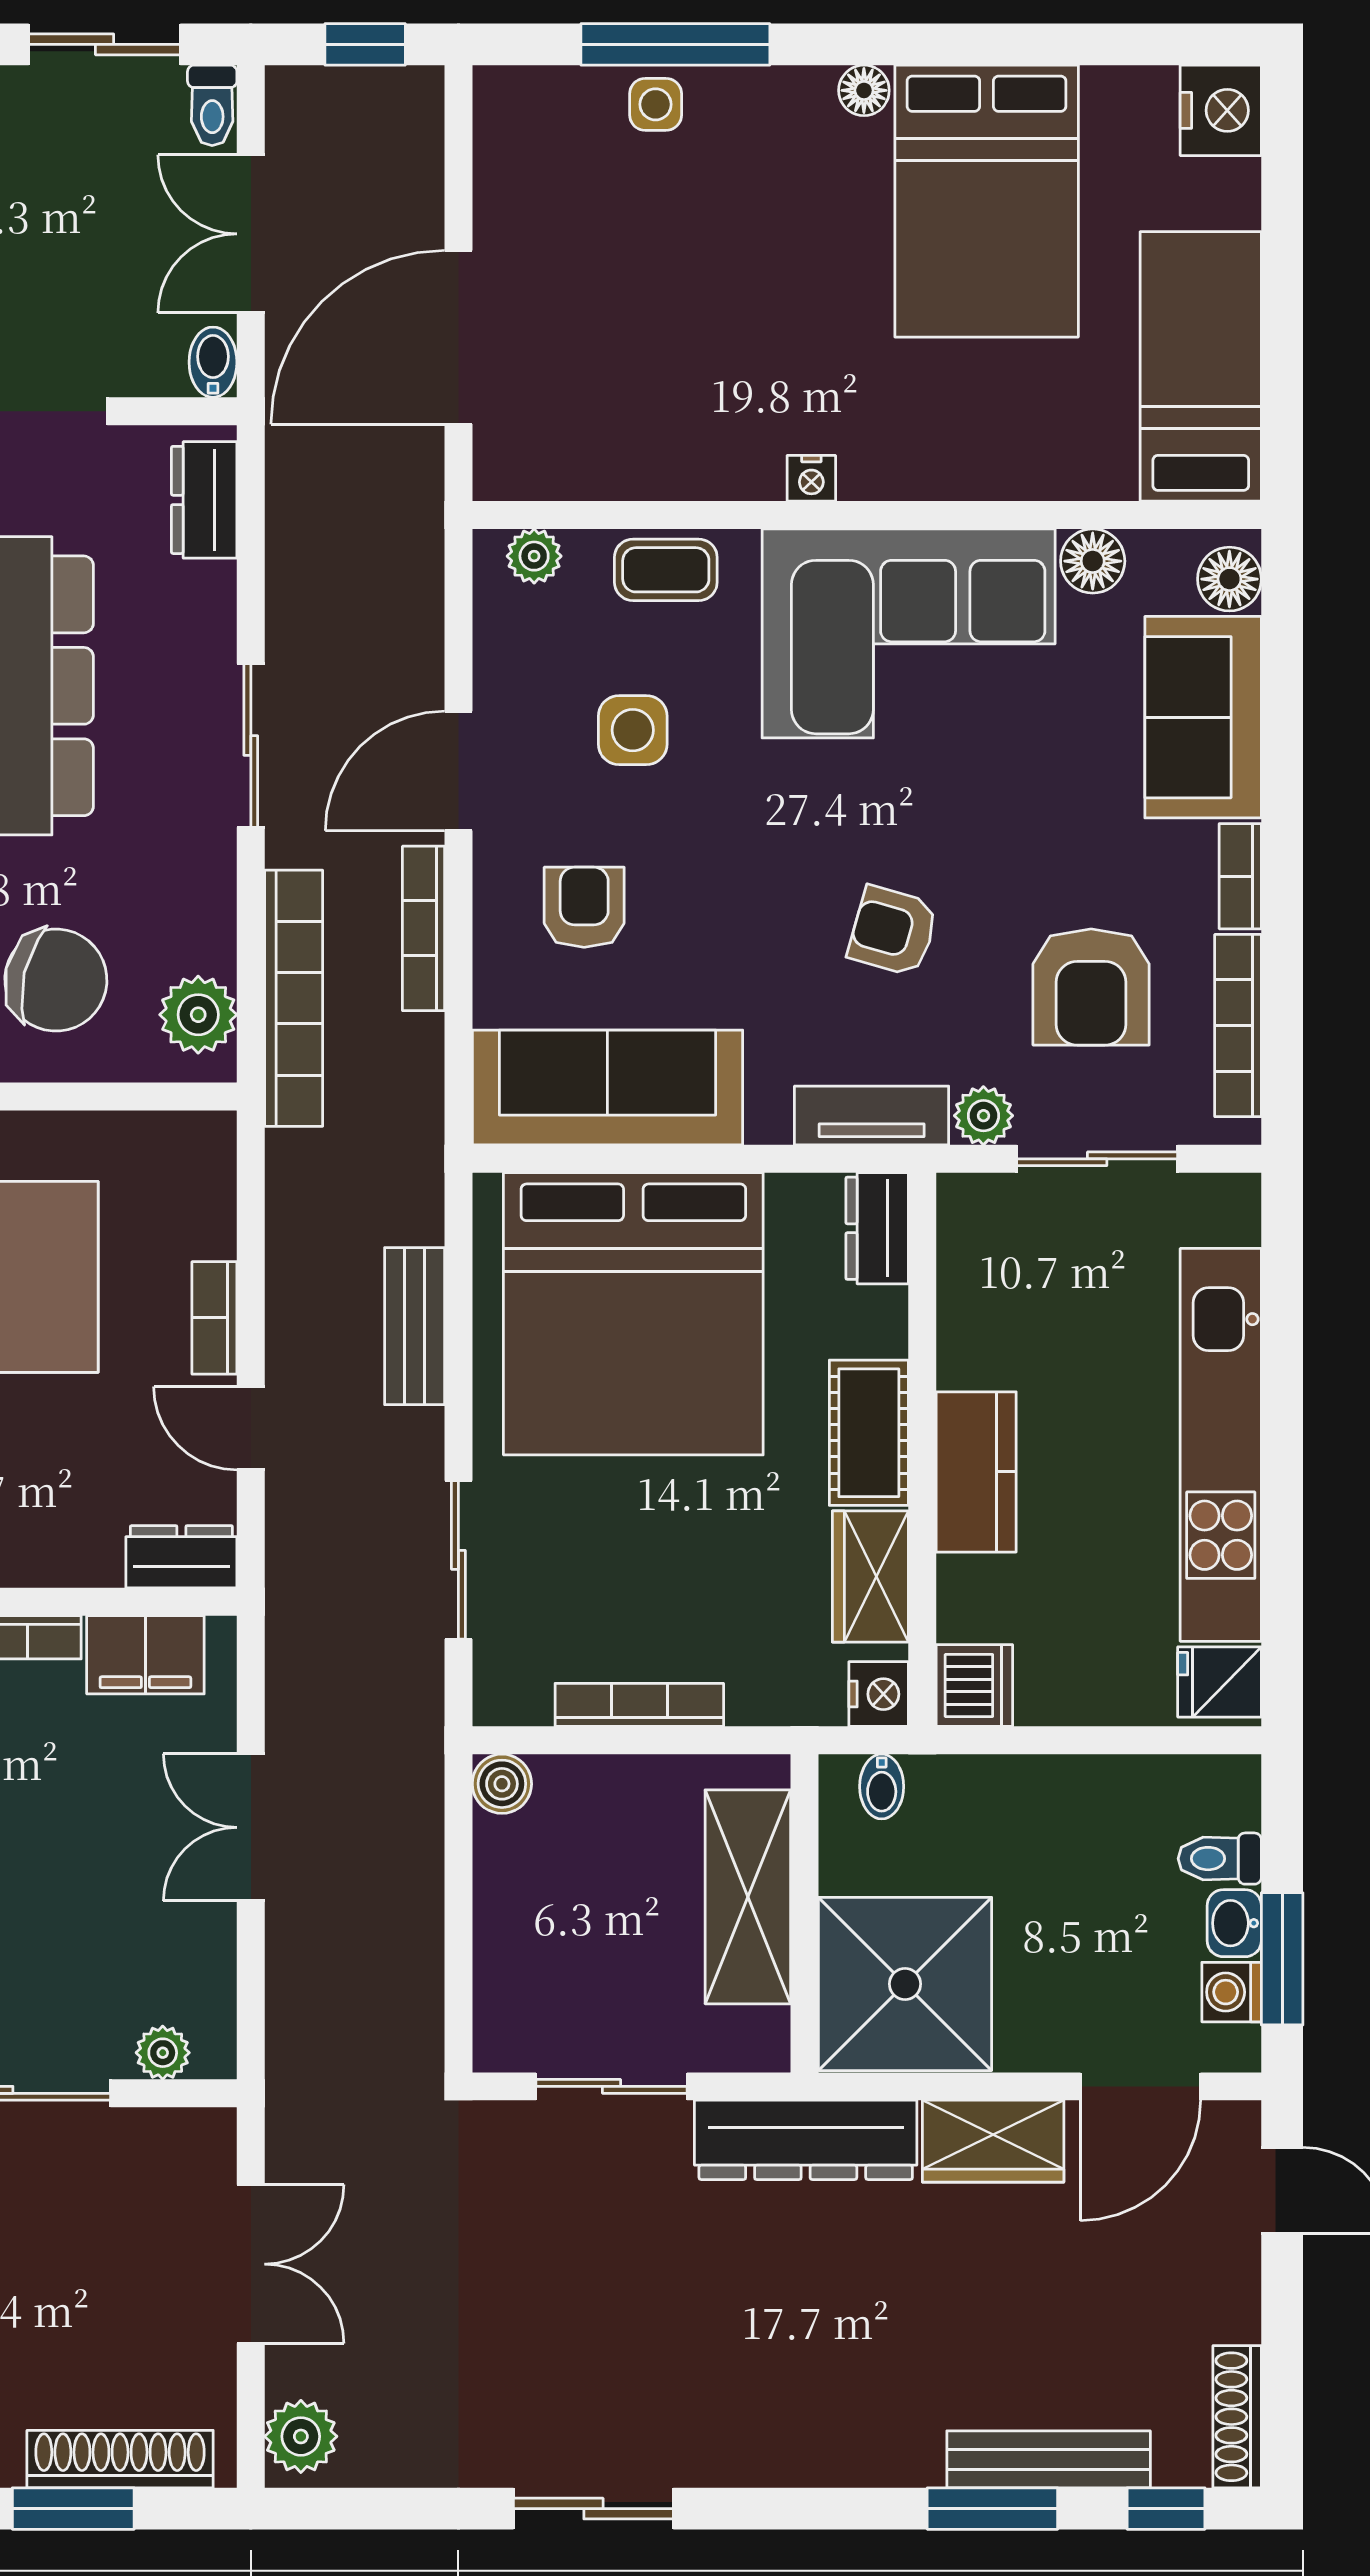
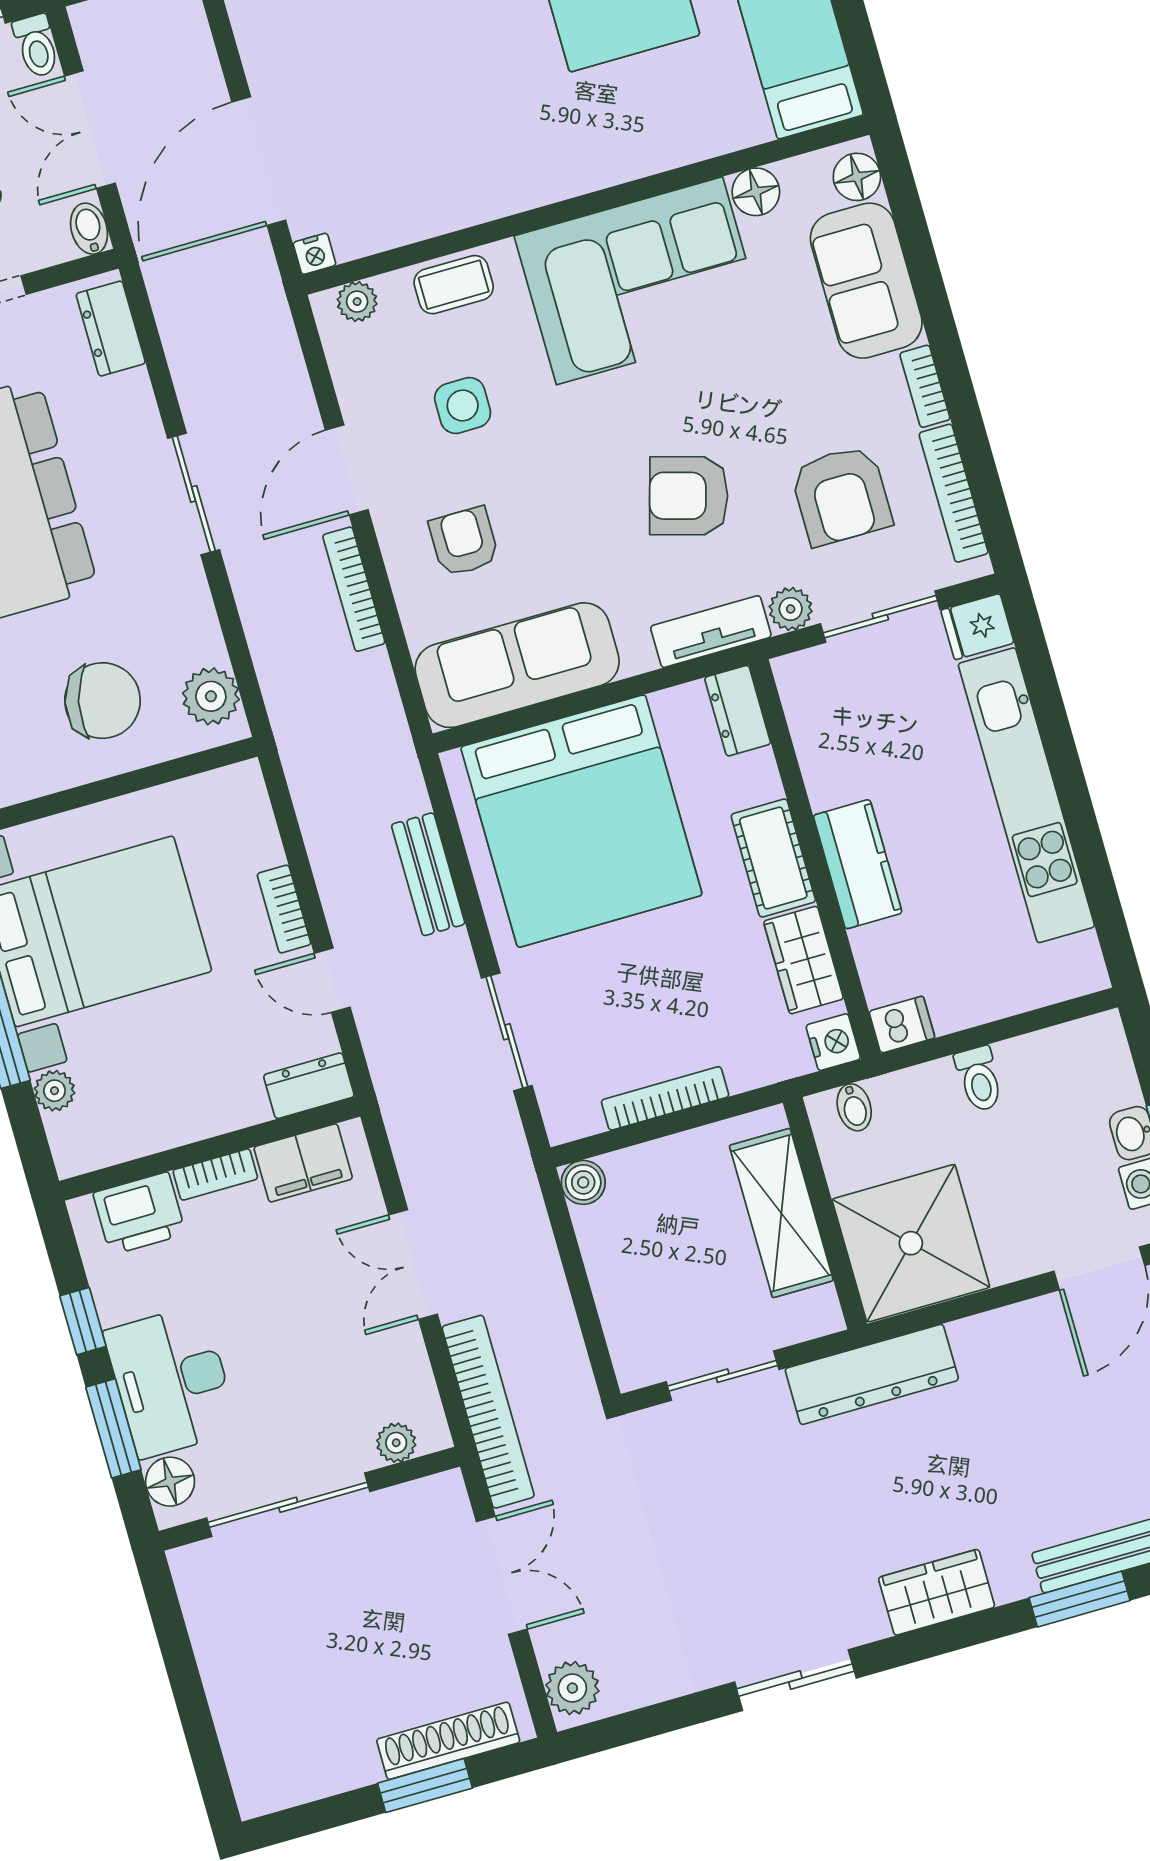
nightstand: (811, 478) -> (315, 254), moved
armchair: (893, 931) -> (689, 496), width x1.38, depth x1.38
bookcase: (294, 998) -> (488, 1412), moved
fridge: (1220, 1682) -> (977, 627), moved
dishwasher: (974, 1685) -> (902, 1025), width x0.73
toilet: (1220, 1859) -> (979, 1079), moved, turned -90
wardrobe: (993, 2141) -> (937, 1592), moved, turned 180

